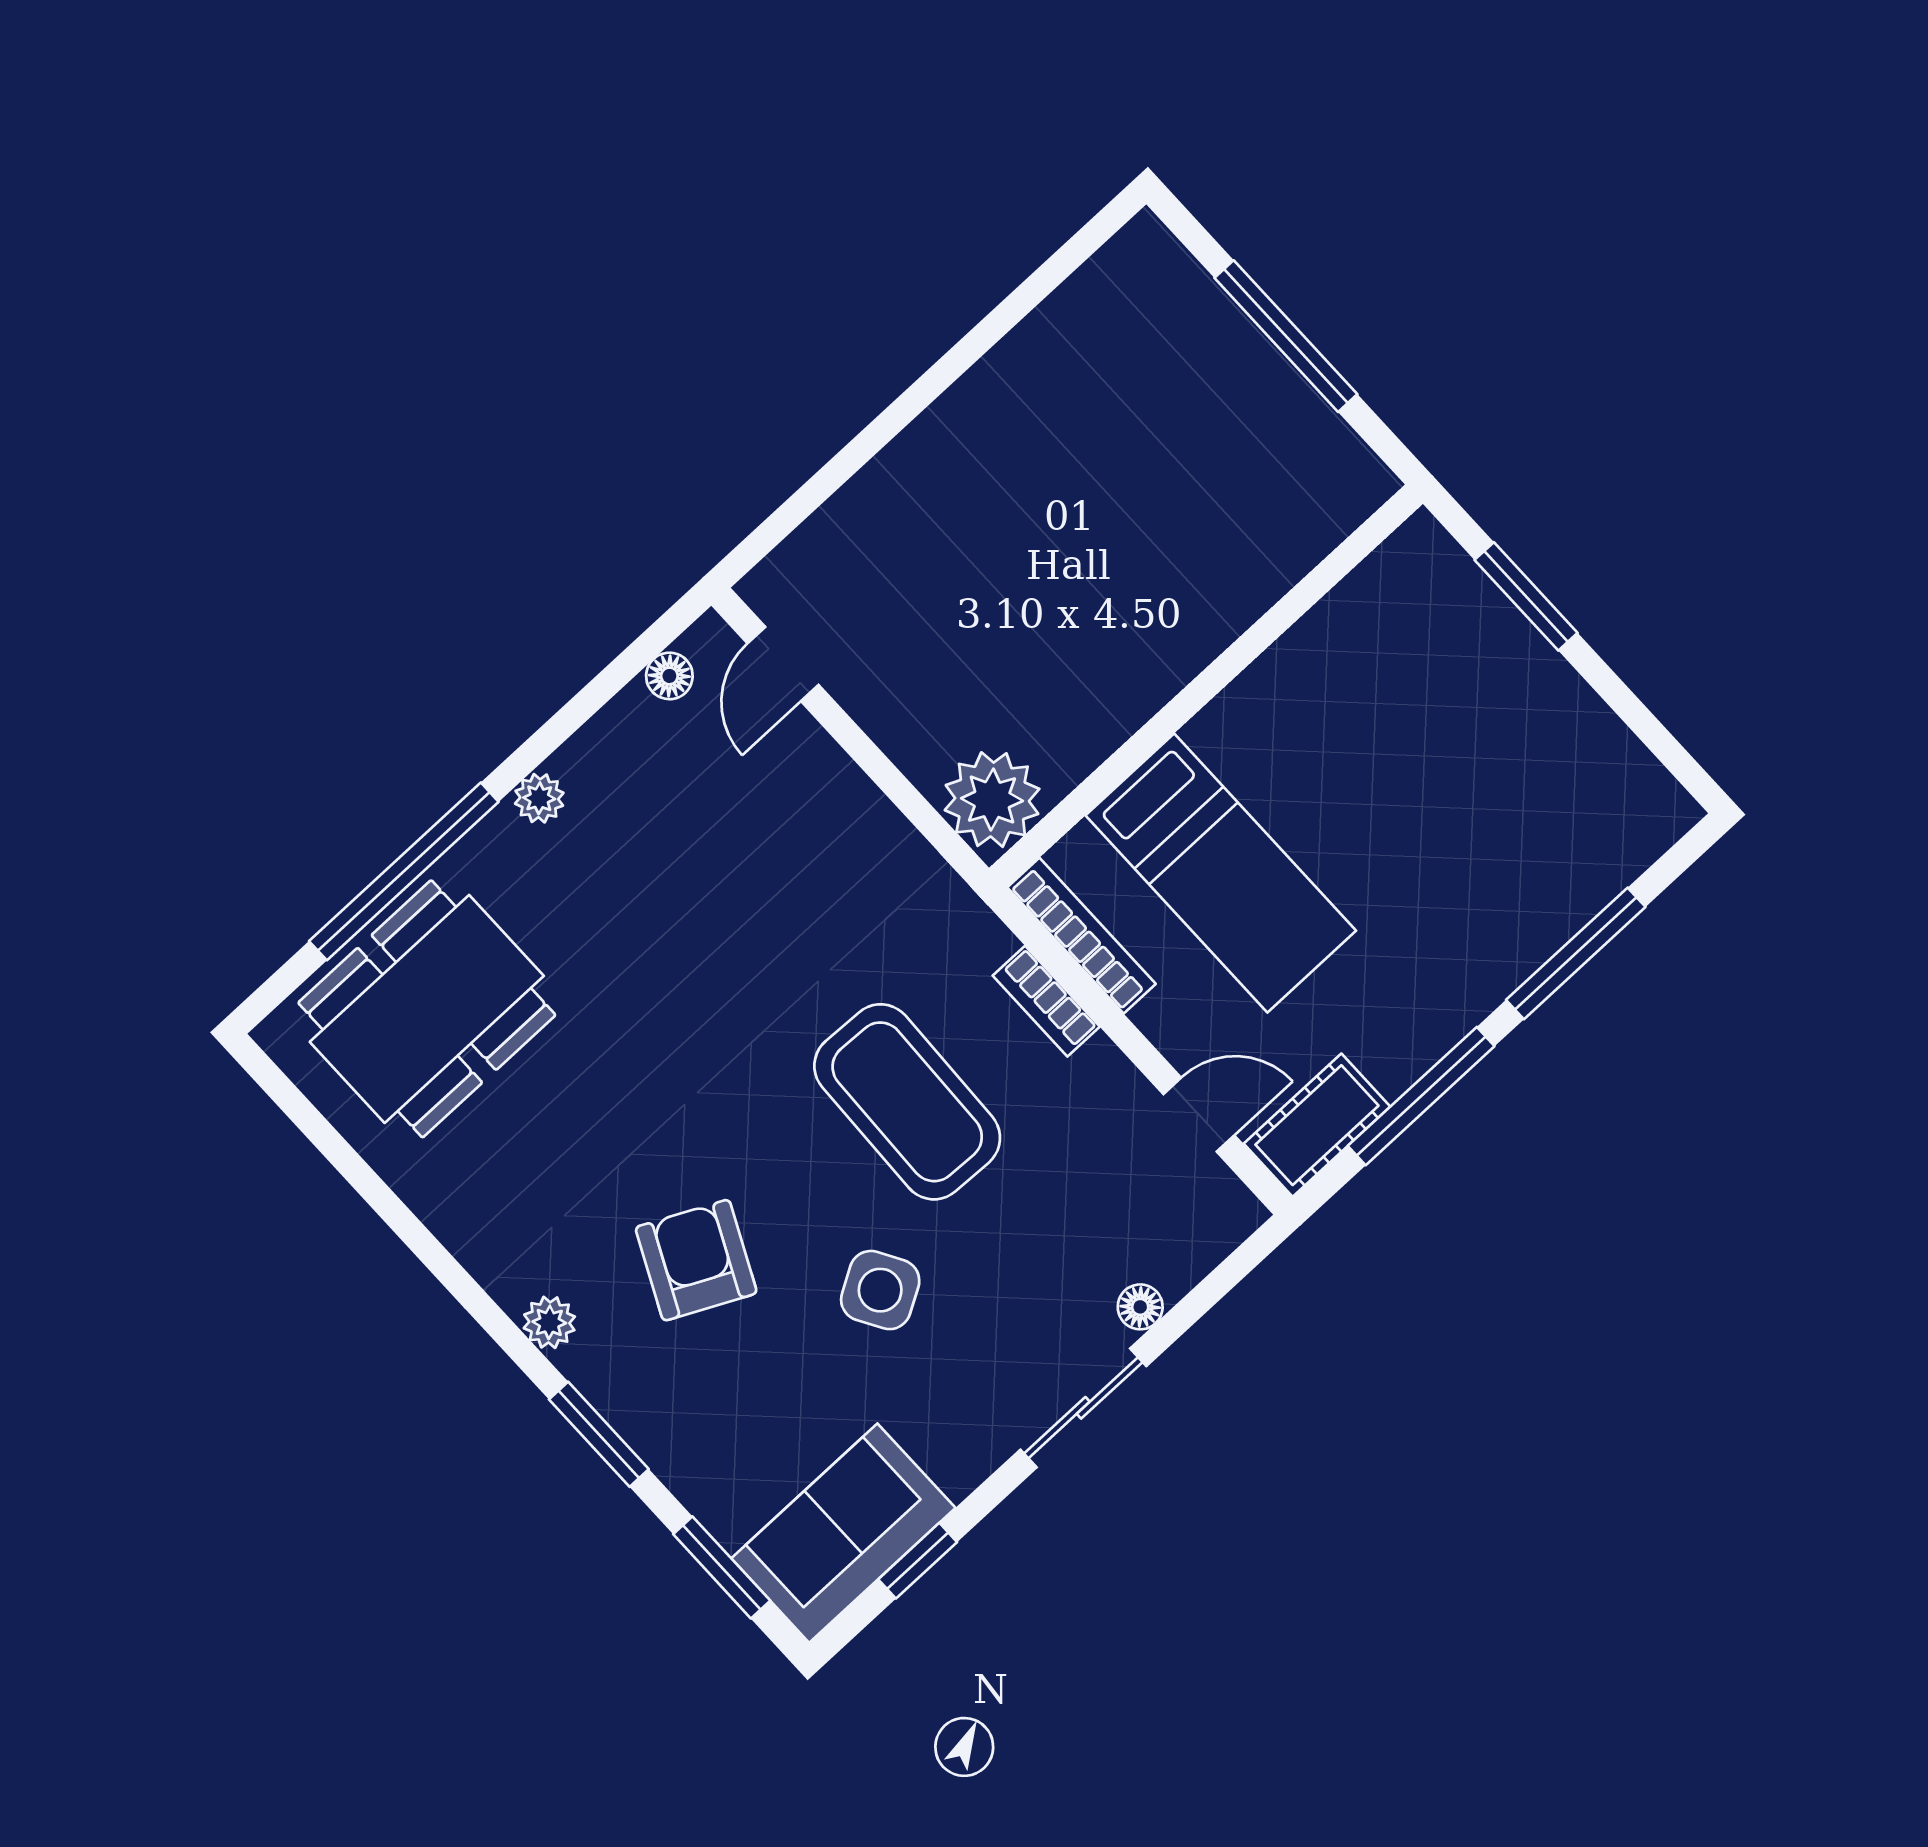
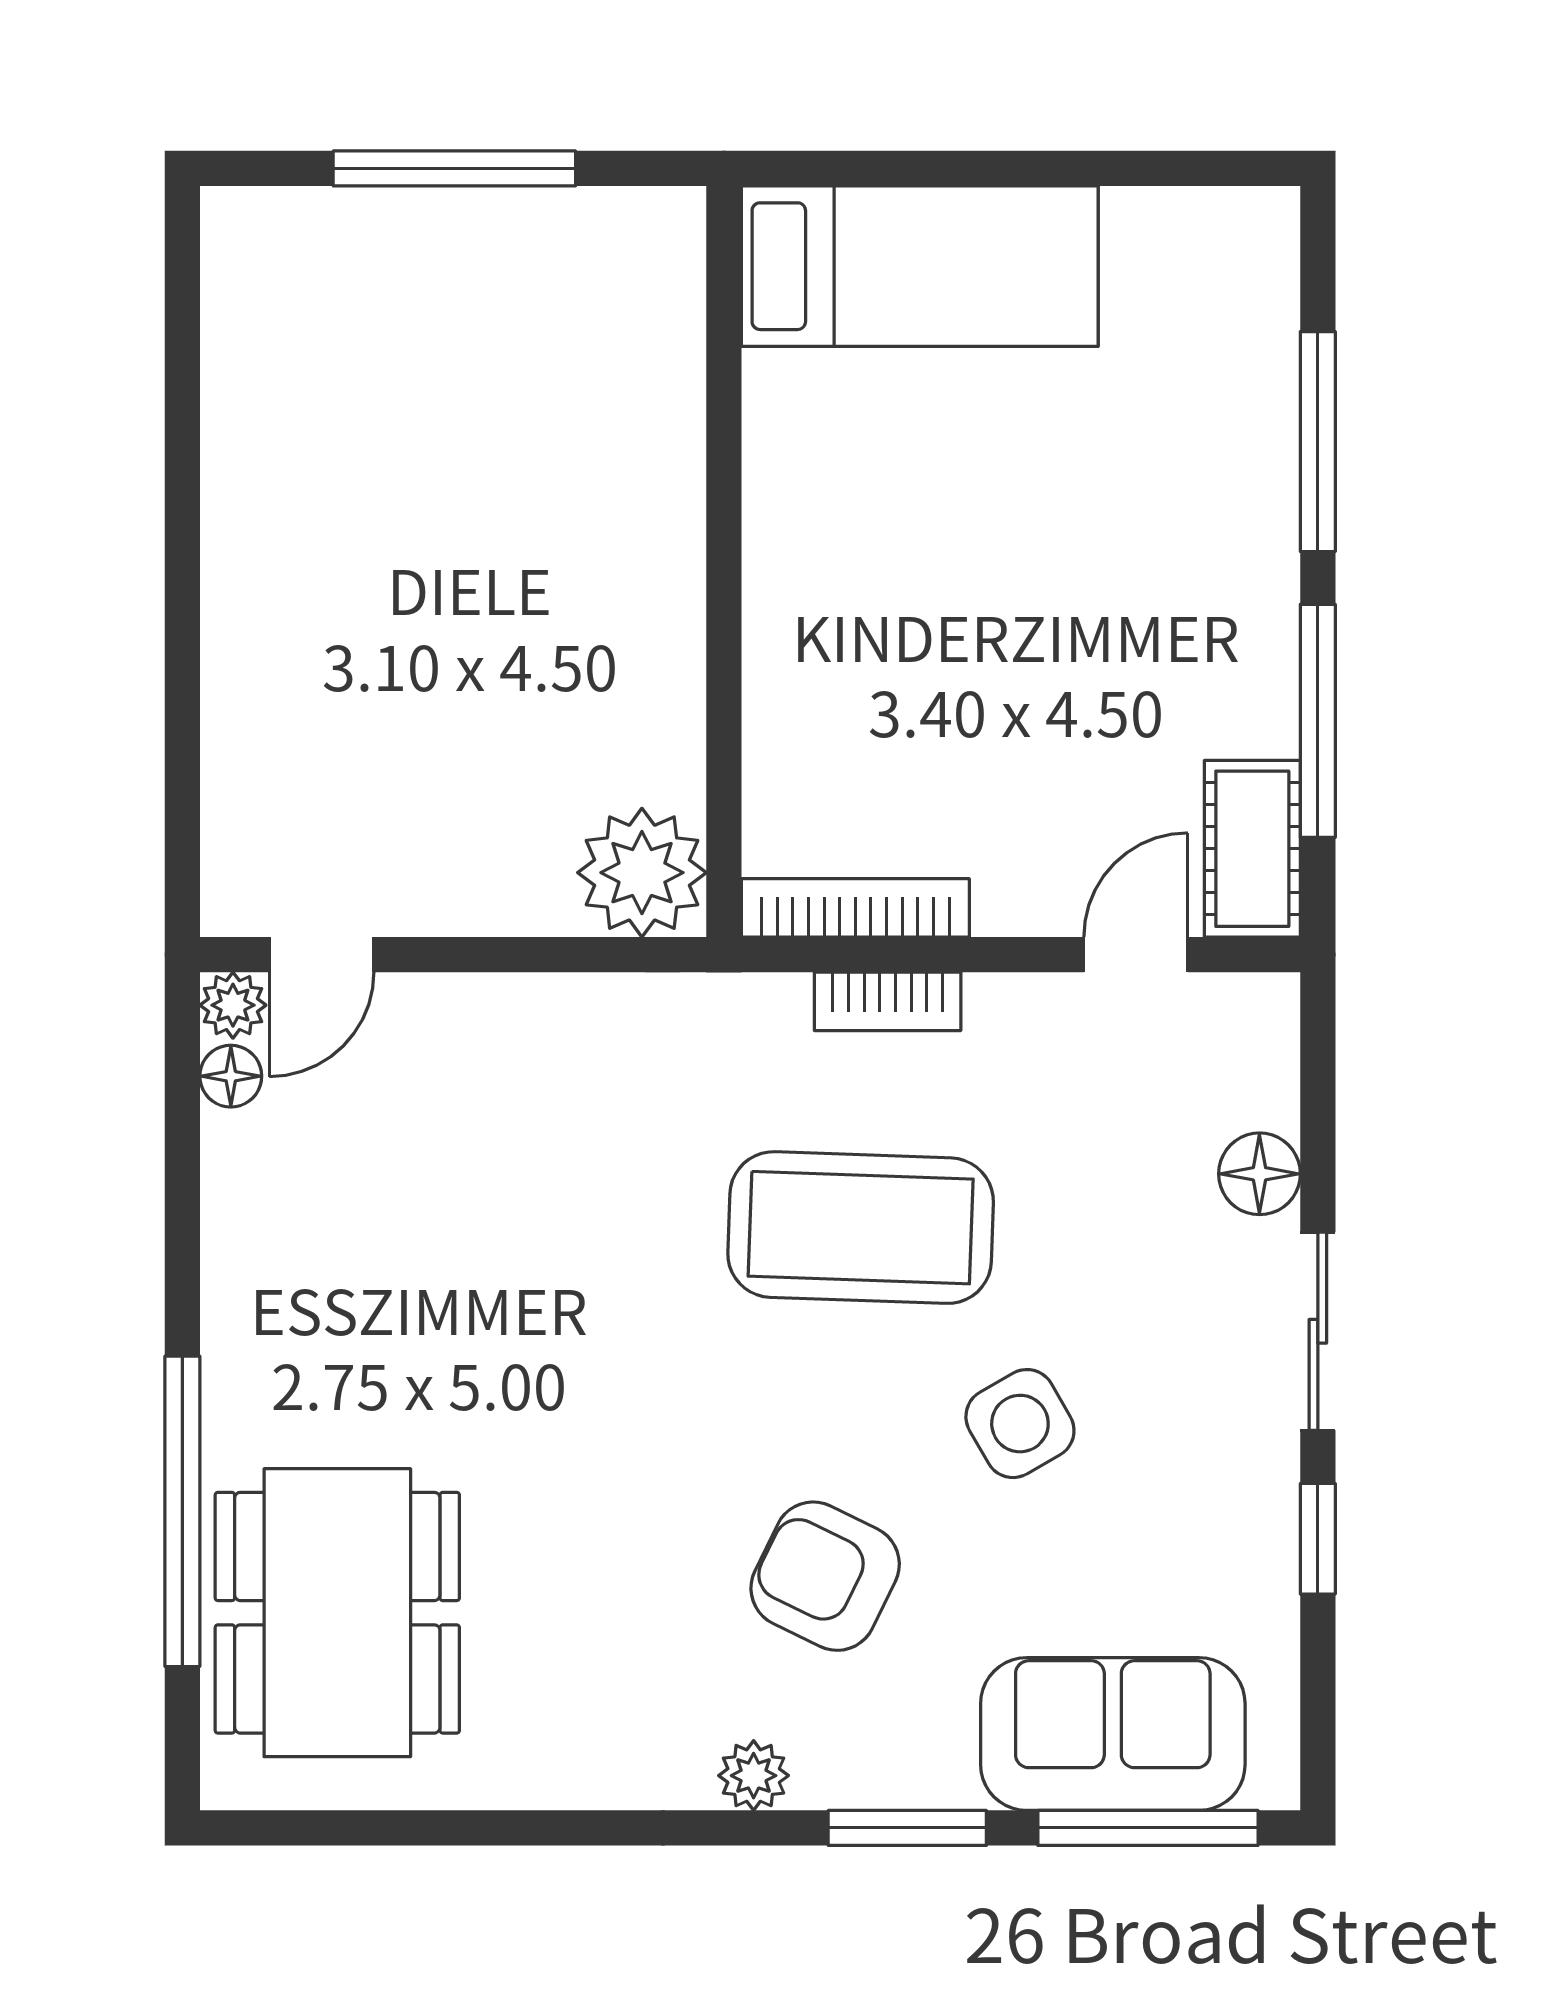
window: (1526, 596) -> (925, 168), removed
door: (783, 664) -> (322, 955), hinge flipped
plant: (539, 798) -> (233, 1005), moved
bed: (1221, 873) -> (920, 266), moved
floor lamp: (1140, 1307) -> (1259, 1174), width x1.37, depth x1.37
sofa: (843, 1533) -> (1113, 1734), moved, turned 90
window: (918, 1561) -> (1318, 1539), moved
window: (722, 1567) -> (1148, 1828), width x1.44

